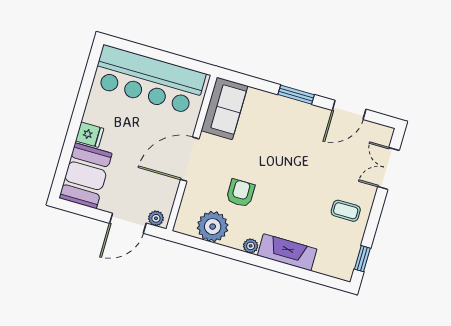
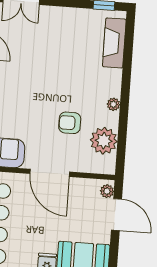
coffee table: (346, 211) -> (66, 29), removed
fireplace: (287, 252) -> (114, 43), moved

